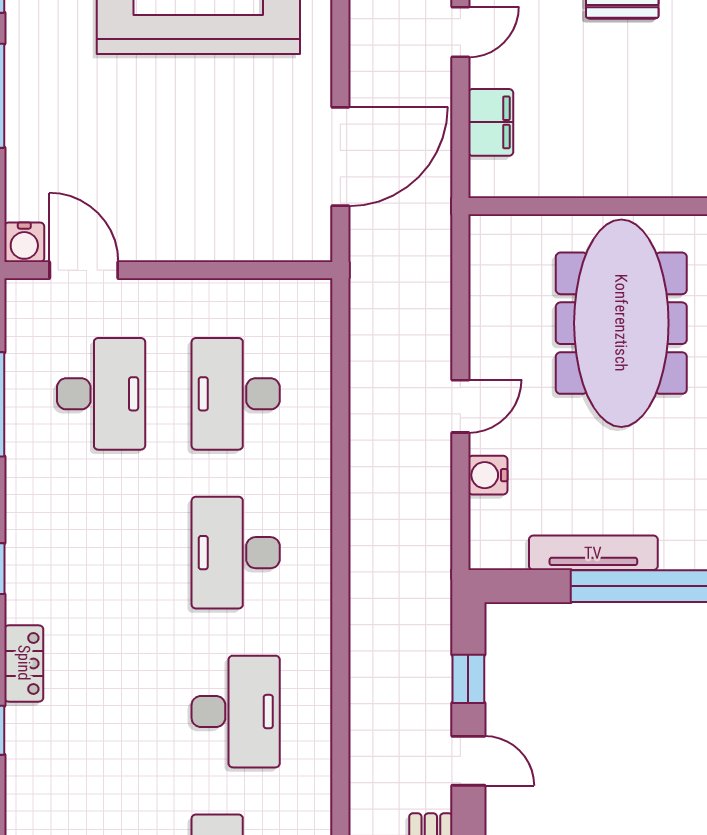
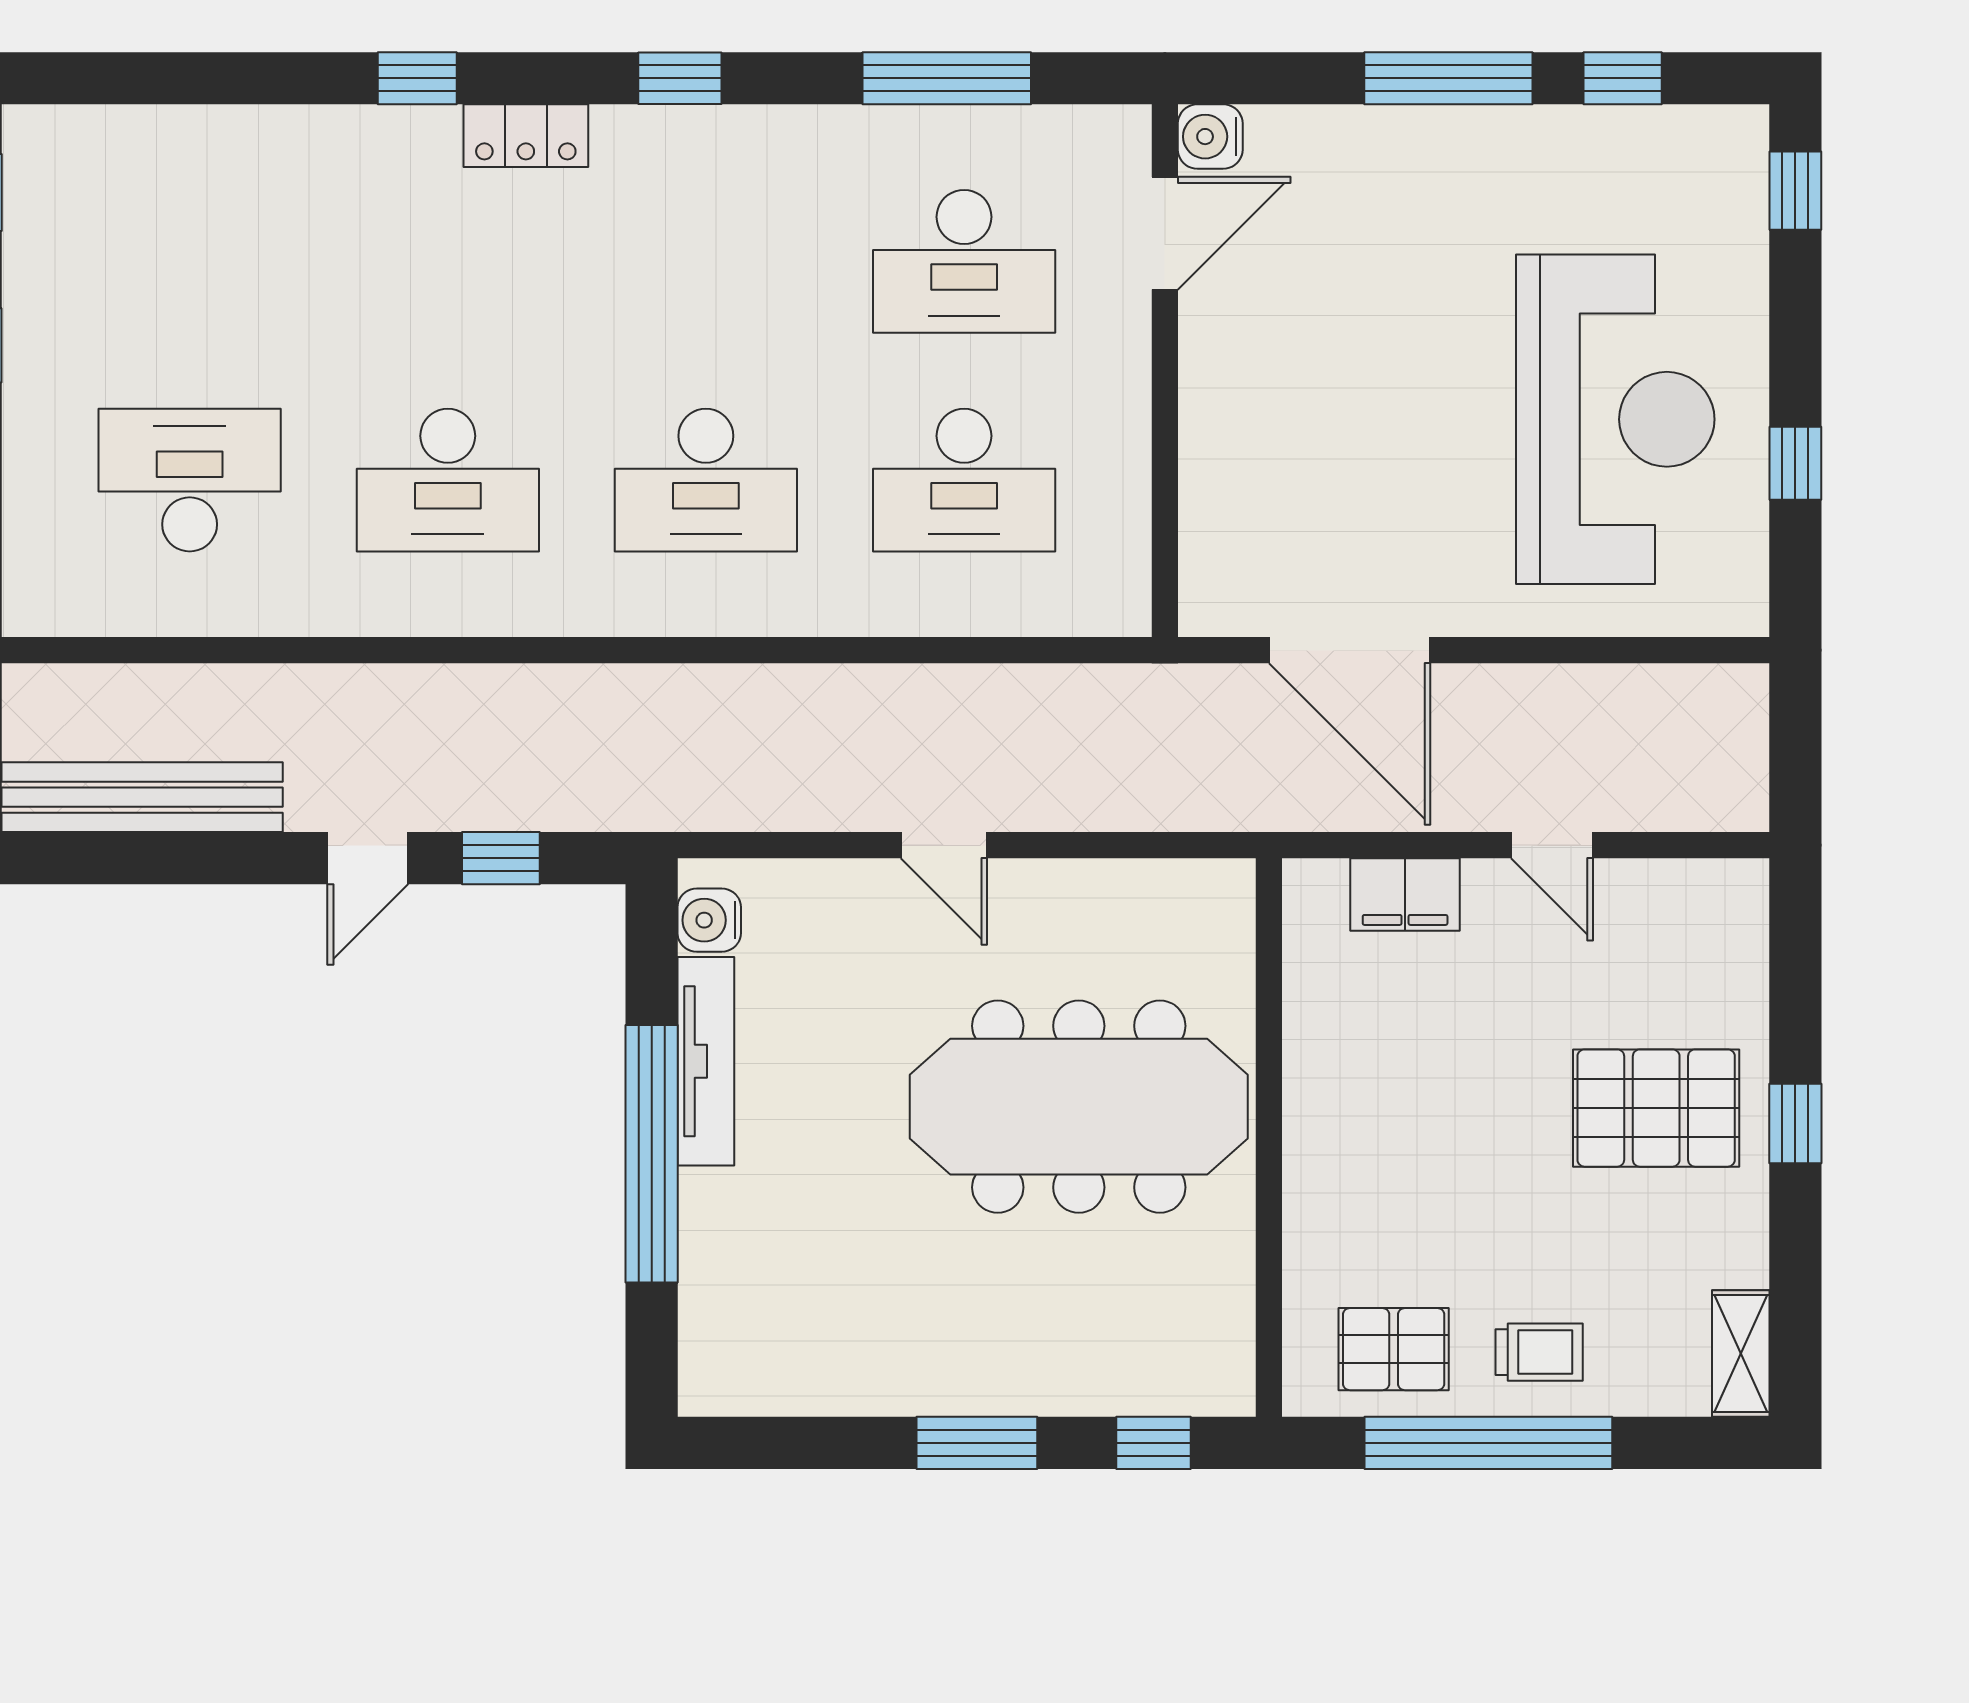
desk: (236, 394) -> (964, 480), turned 180
water cooler: (488, 475) -> (709, 920), moved, turned -90
desk: (236, 553) -> (706, 480), turned 180

